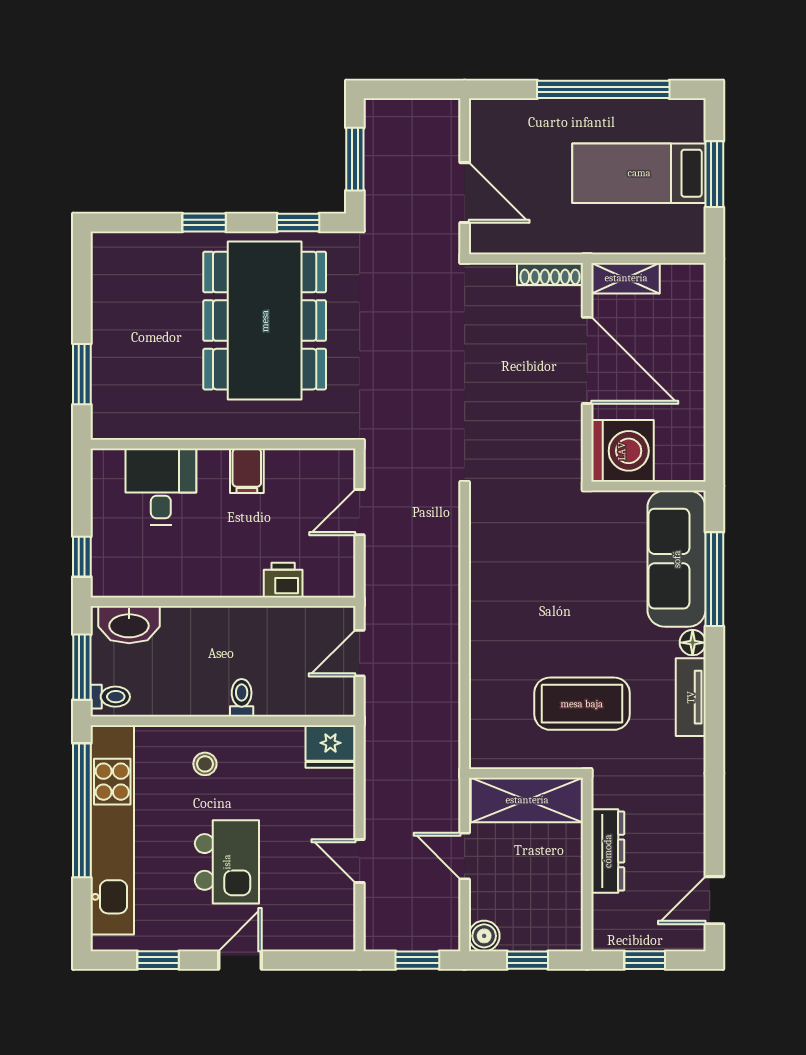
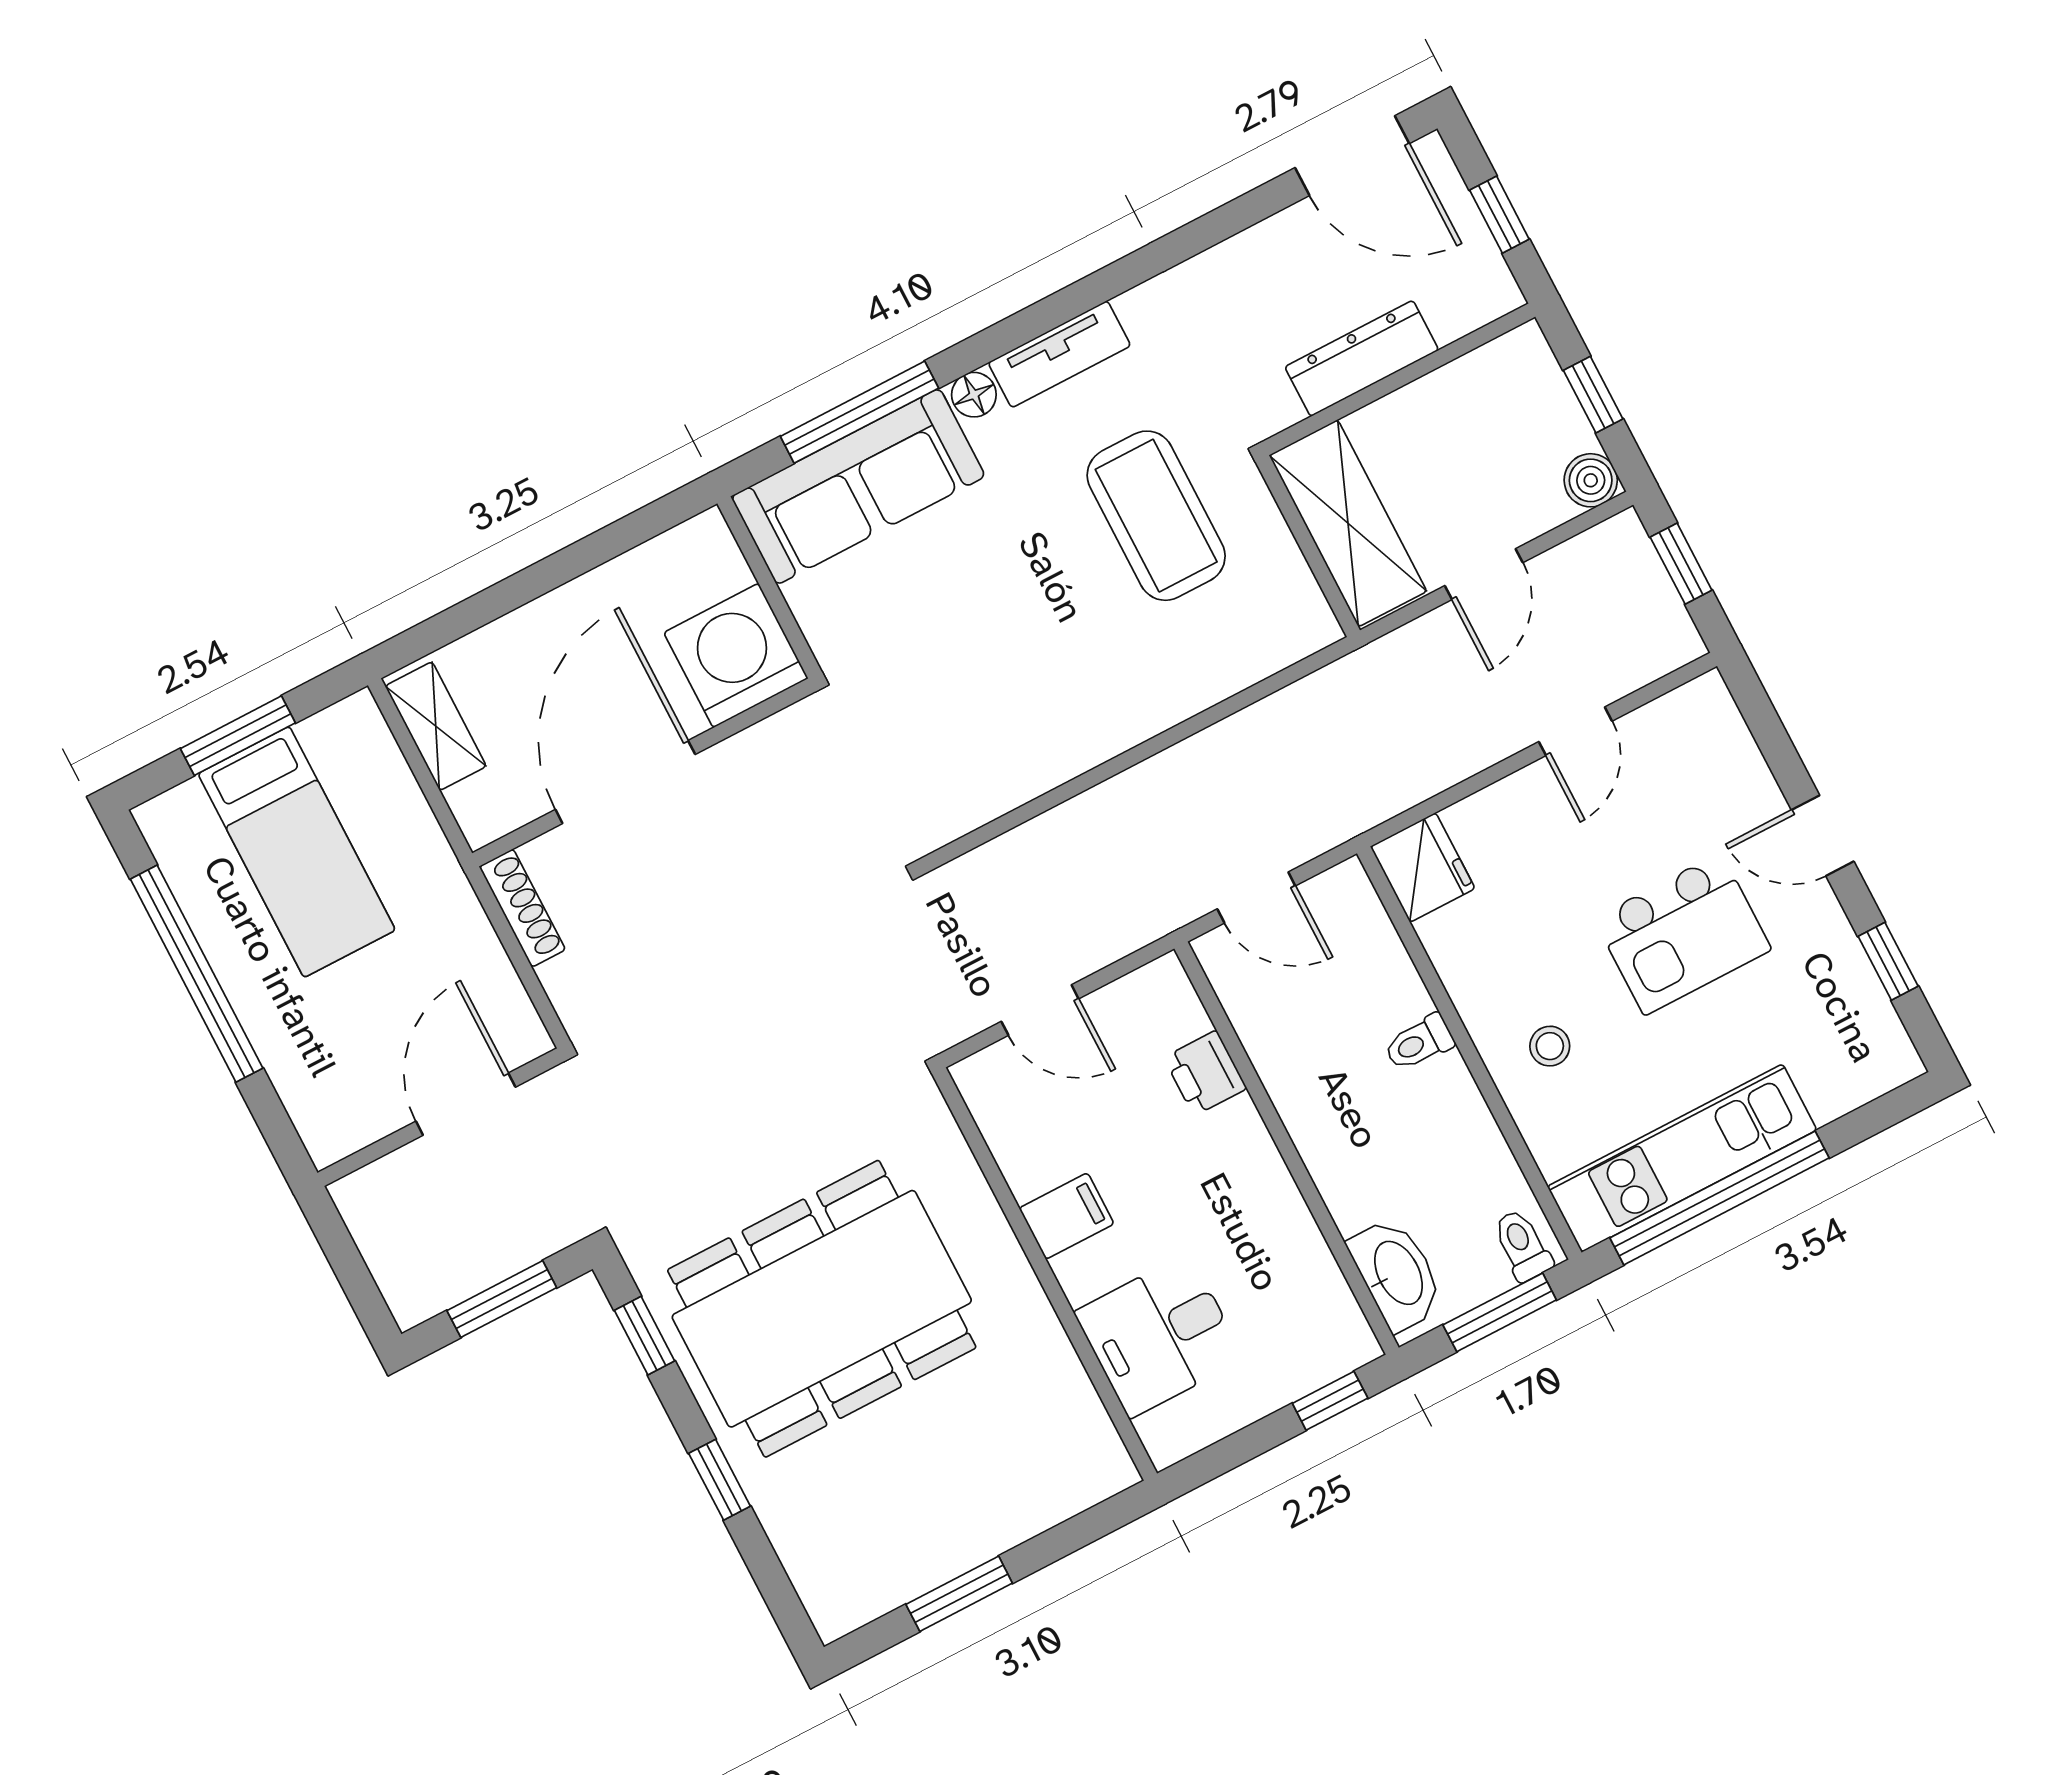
shelving: (626, 278) -> (436, 726), moved
window: (82, 374) -> (959, 1594), moved
kitchen unit: (112, 830) -> (1682, 1158), width x0.73
kitchen island: (227, 862) -> (1683, 934), turned 180
door: (714, 900) -> (1352, 156), width x1.38

